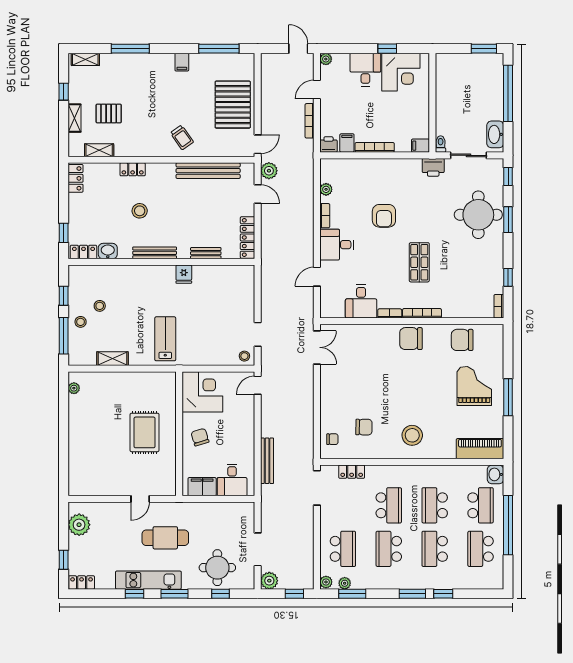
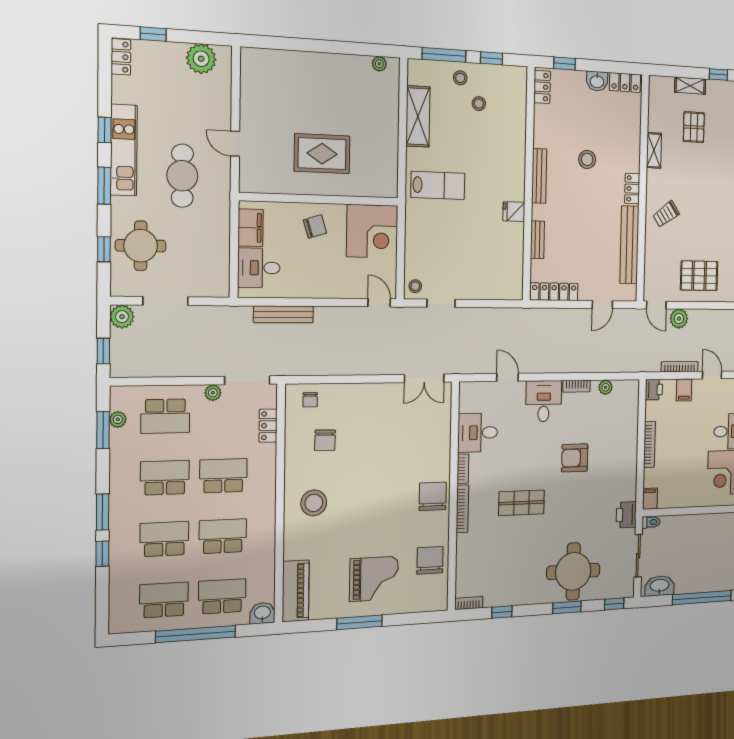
pallet: (233, 105) -> (699, 276), width x0.73, depth x0.71
filing cabinet: (347, 143) -> (684, 390), moved, turned 90
shelving: (99, 150) -> (654, 150), moved
locker: (133, 169) -> (632, 189), moved
plant: (269, 171) -> (679, 319), moved
washbasin: (108, 251) -> (597, 81), moved, turned 90
shelving: (112, 359) -> (418, 116), width x1.50, depth x1.33
school desk: (389, 505) -> (223, 476), turned 180
school desk: (481, 505) -> (222, 596), turned 180
plant: (326, 582) -> (213, 393), moved

